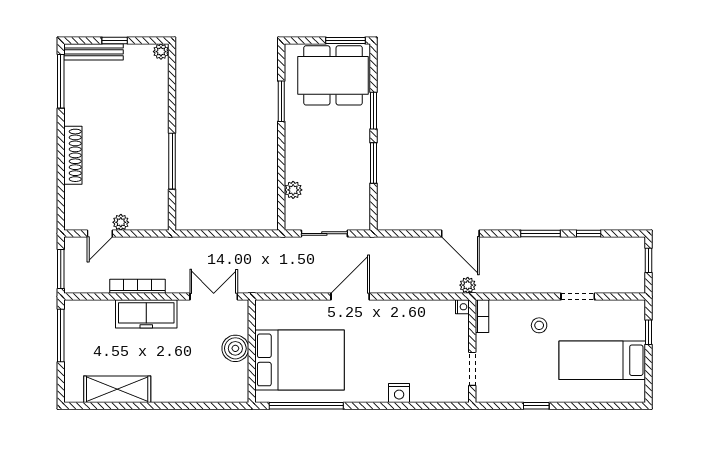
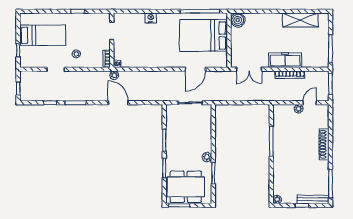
plant: (293, 190) -> (207, 157), moved
door: (350, 297) -> (195, 69), moved
boiler: (235, 348) -> (238, 20), moved

